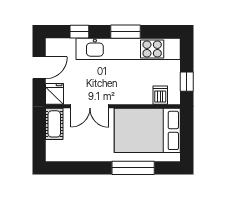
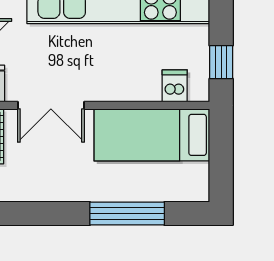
bed: (147, 130) -> (152, 135), width x0.67

